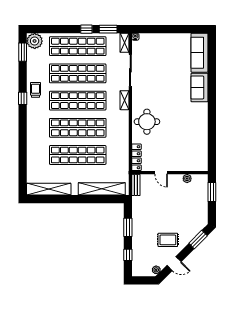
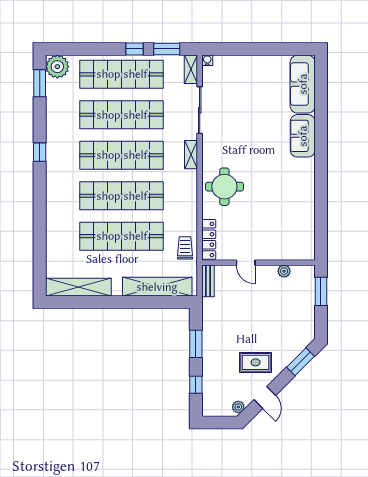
trolley: (36, 90) -> (185, 248), moved
door: (174, 264) -> (265, 398), hinge flipped

